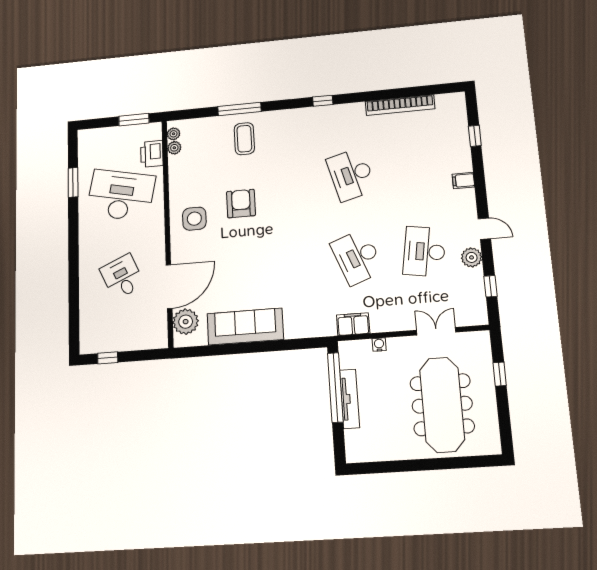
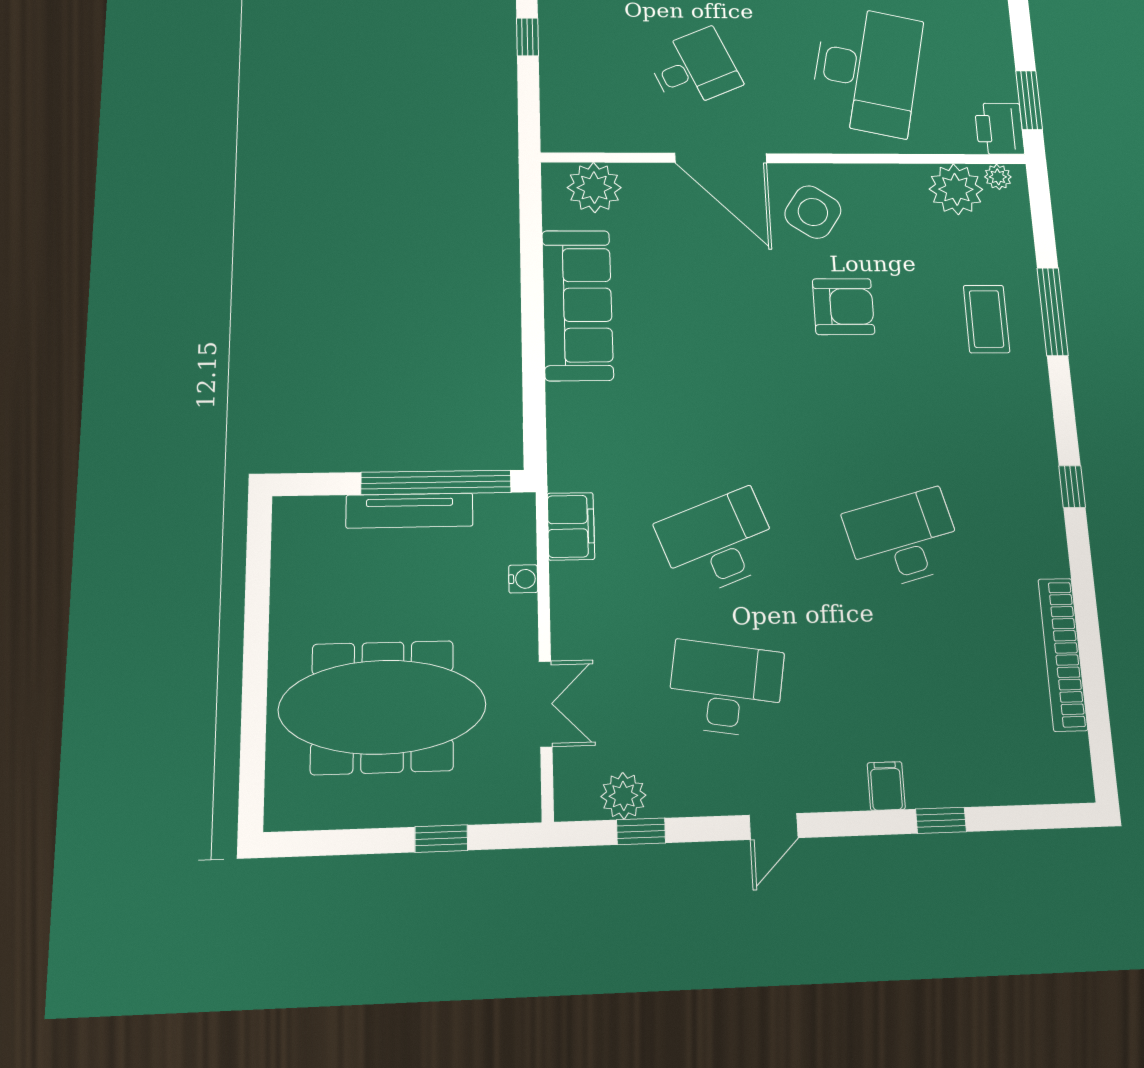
window: (475, 136) -> (941, 820), moved
coffee table: (244, 139) -> (986, 319), turned 90
plant: (174, 148) -> (956, 189), width x1.87, depth x1.87
printer: (152, 154) -> (999, 129), moved, turned -90
side table: (194, 219) -> (813, 212), turned 34
plant: (472, 257) -> (623, 796), moved
door: (169, 287) -> (721, 158), moved

